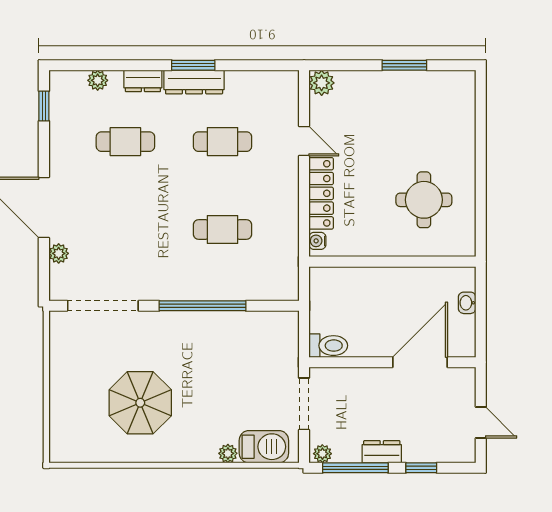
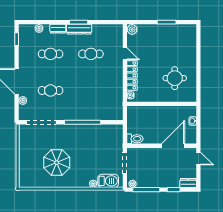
cafe table: (222, 229) -> (51, 90), moved
door: (481, 422) -> (198, 159), moved
dresser: (382, 452) -> (188, 183), moved

